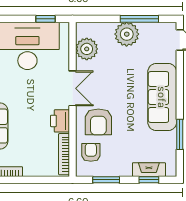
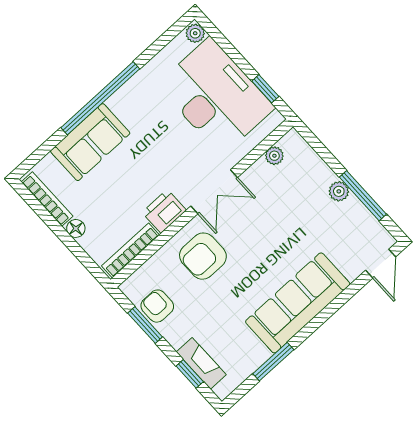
plant: (127, 34) -> (339, 191), width x0.53, depth x0.53
plant: (87, 49) -> (274, 156), width x0.53, depth x0.53
armchair: (91, 152) -> (157, 306), moved, turned -90
floor lamp: (30, 171) -> (76, 228), added

